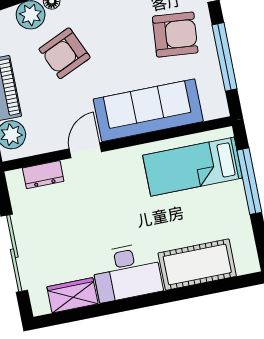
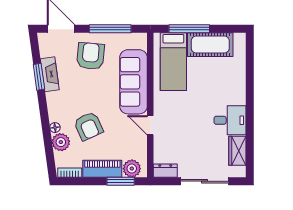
dresser: (43, 175) -> (165, 171), moved, turned -90
cot: (197, 265) -> (210, 45), moved, turned 90
desk: (127, 272) -> (230, 120), width x0.73

